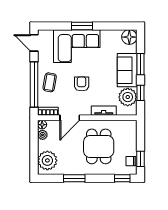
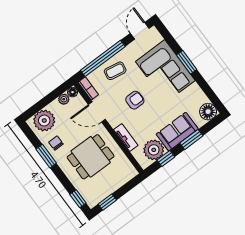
chair: (131, 161) -> (56, 143), moved

